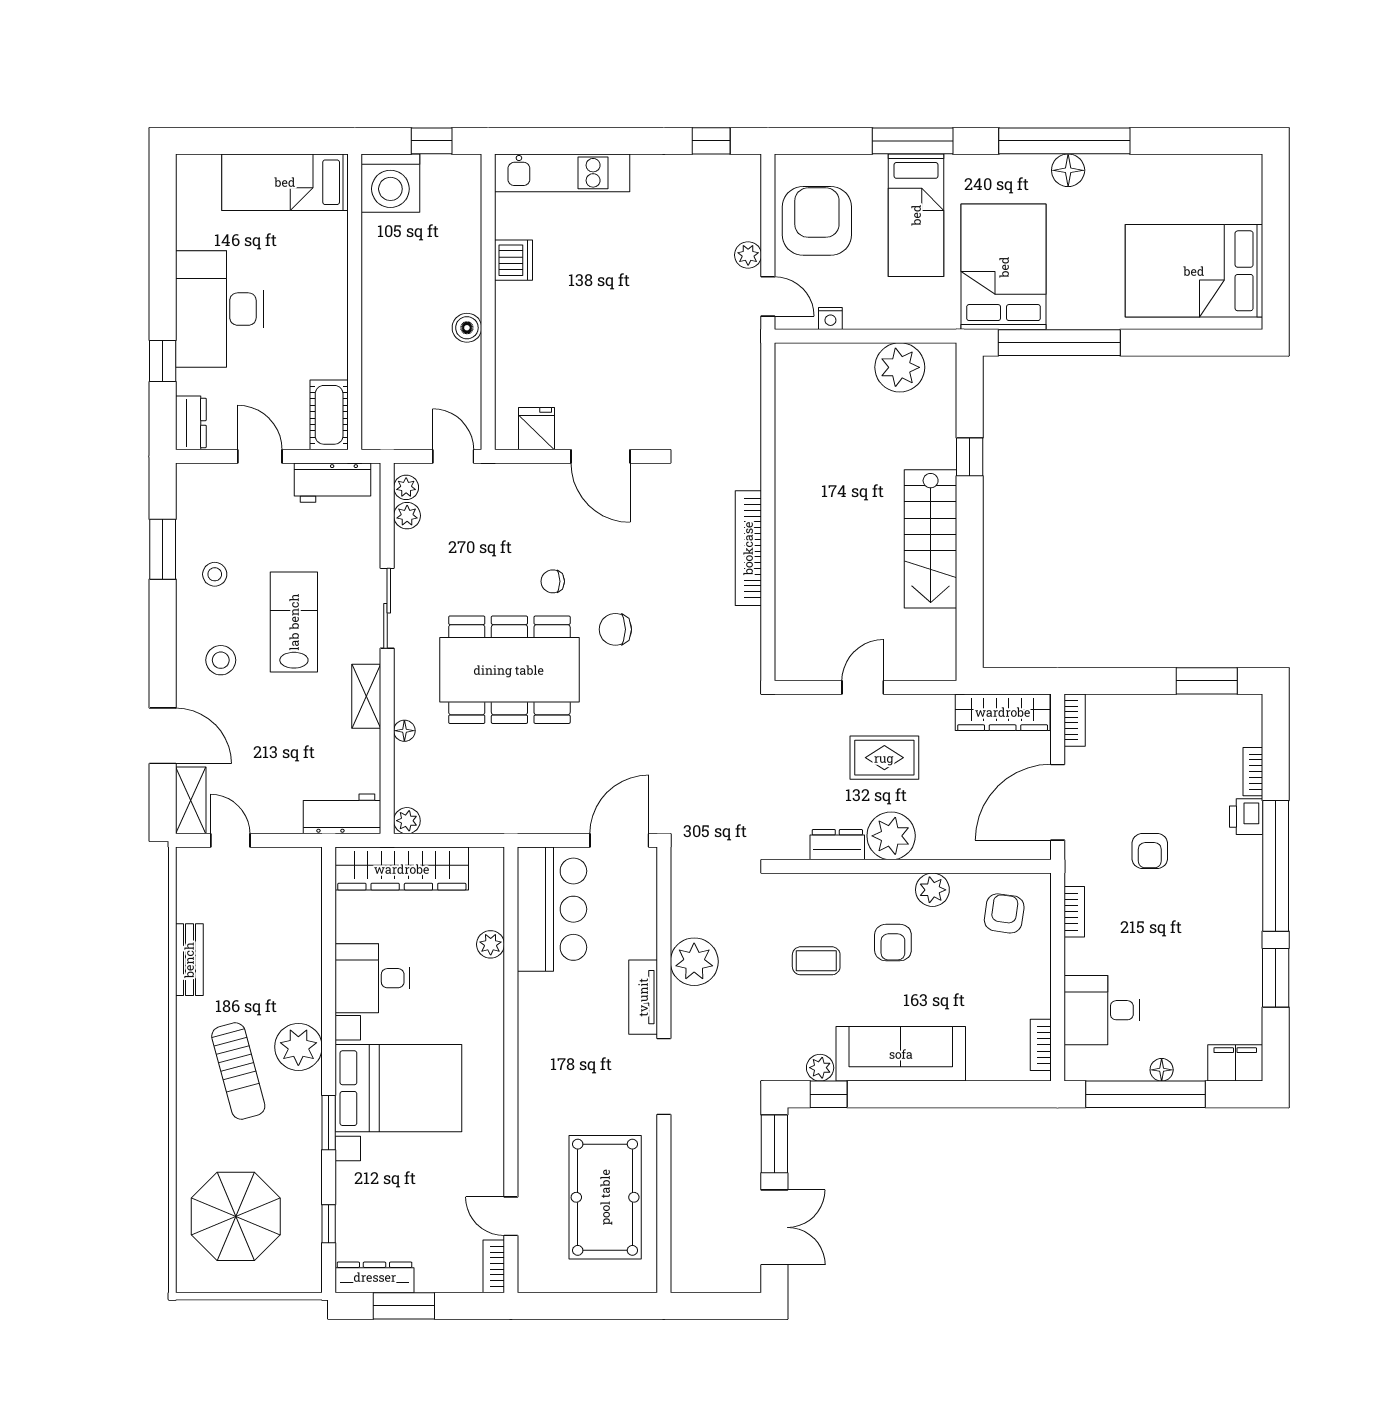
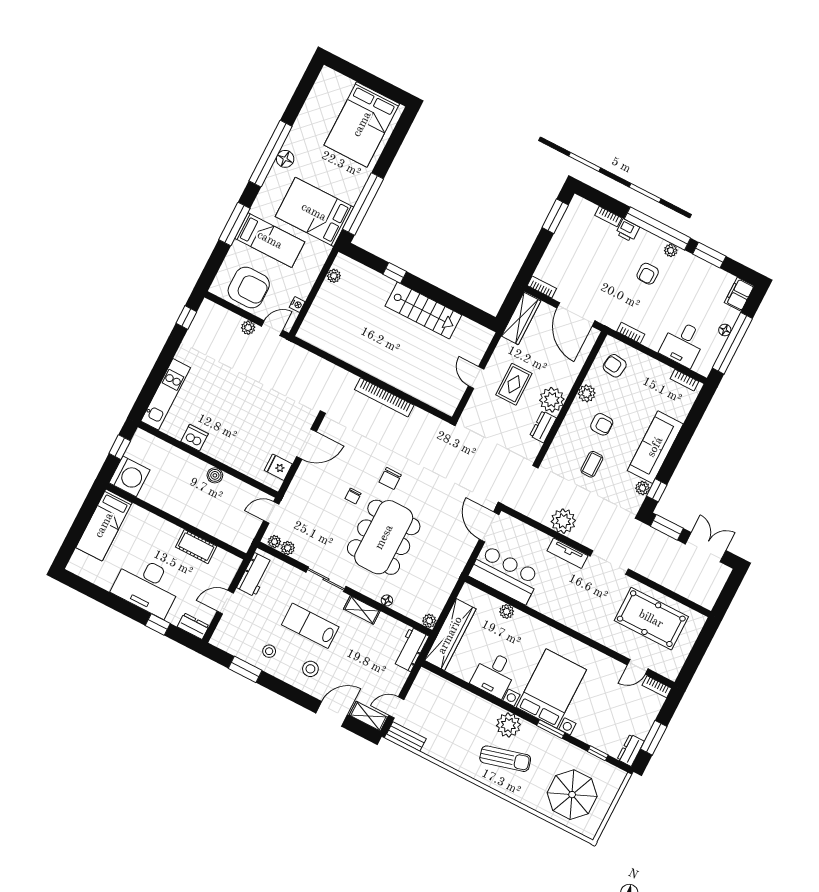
armchair: (817, 221) -> (249, 287), turned 180
plant: (900, 367) -> (334, 276), width x0.53, depth x0.53
cot: (329, 415) -> (196, 547), moved
armchair: (1150, 851) -> (648, 274), moved, turned 90
plant: (1250, 908) -> (671, 250), added
bench: (189, 960) -> (406, 737), moved
dresser: (375, 1277) -> (631, 750), width x0.70

